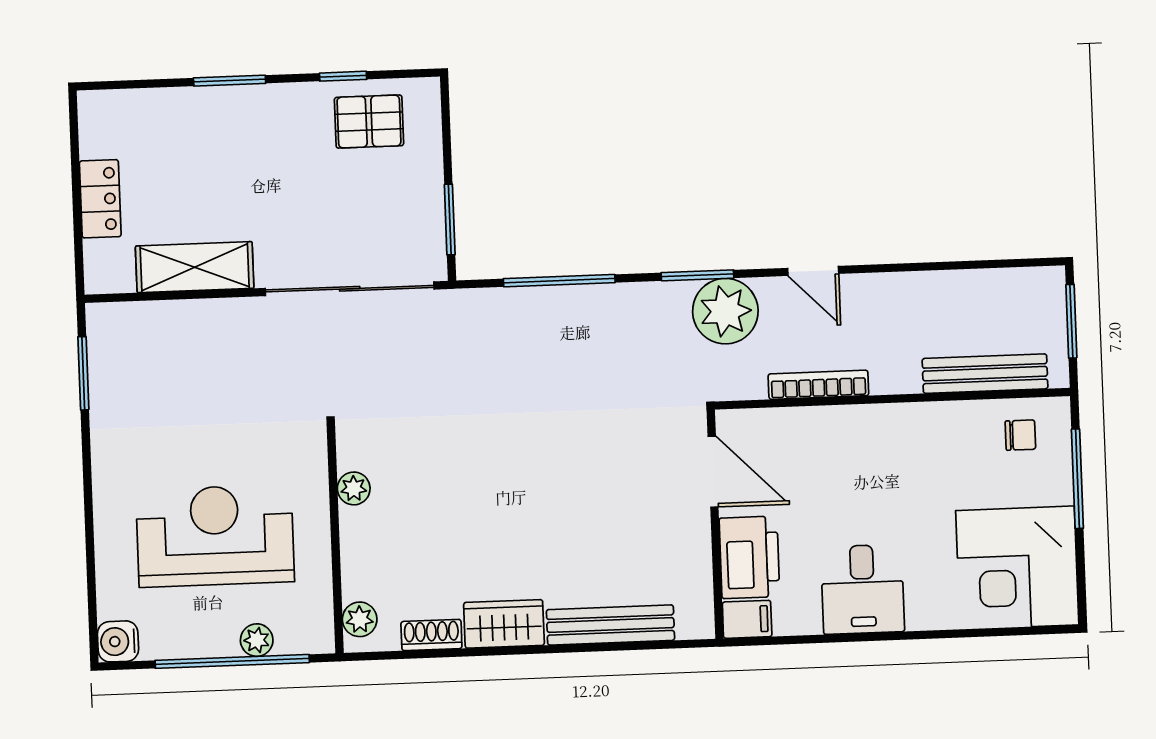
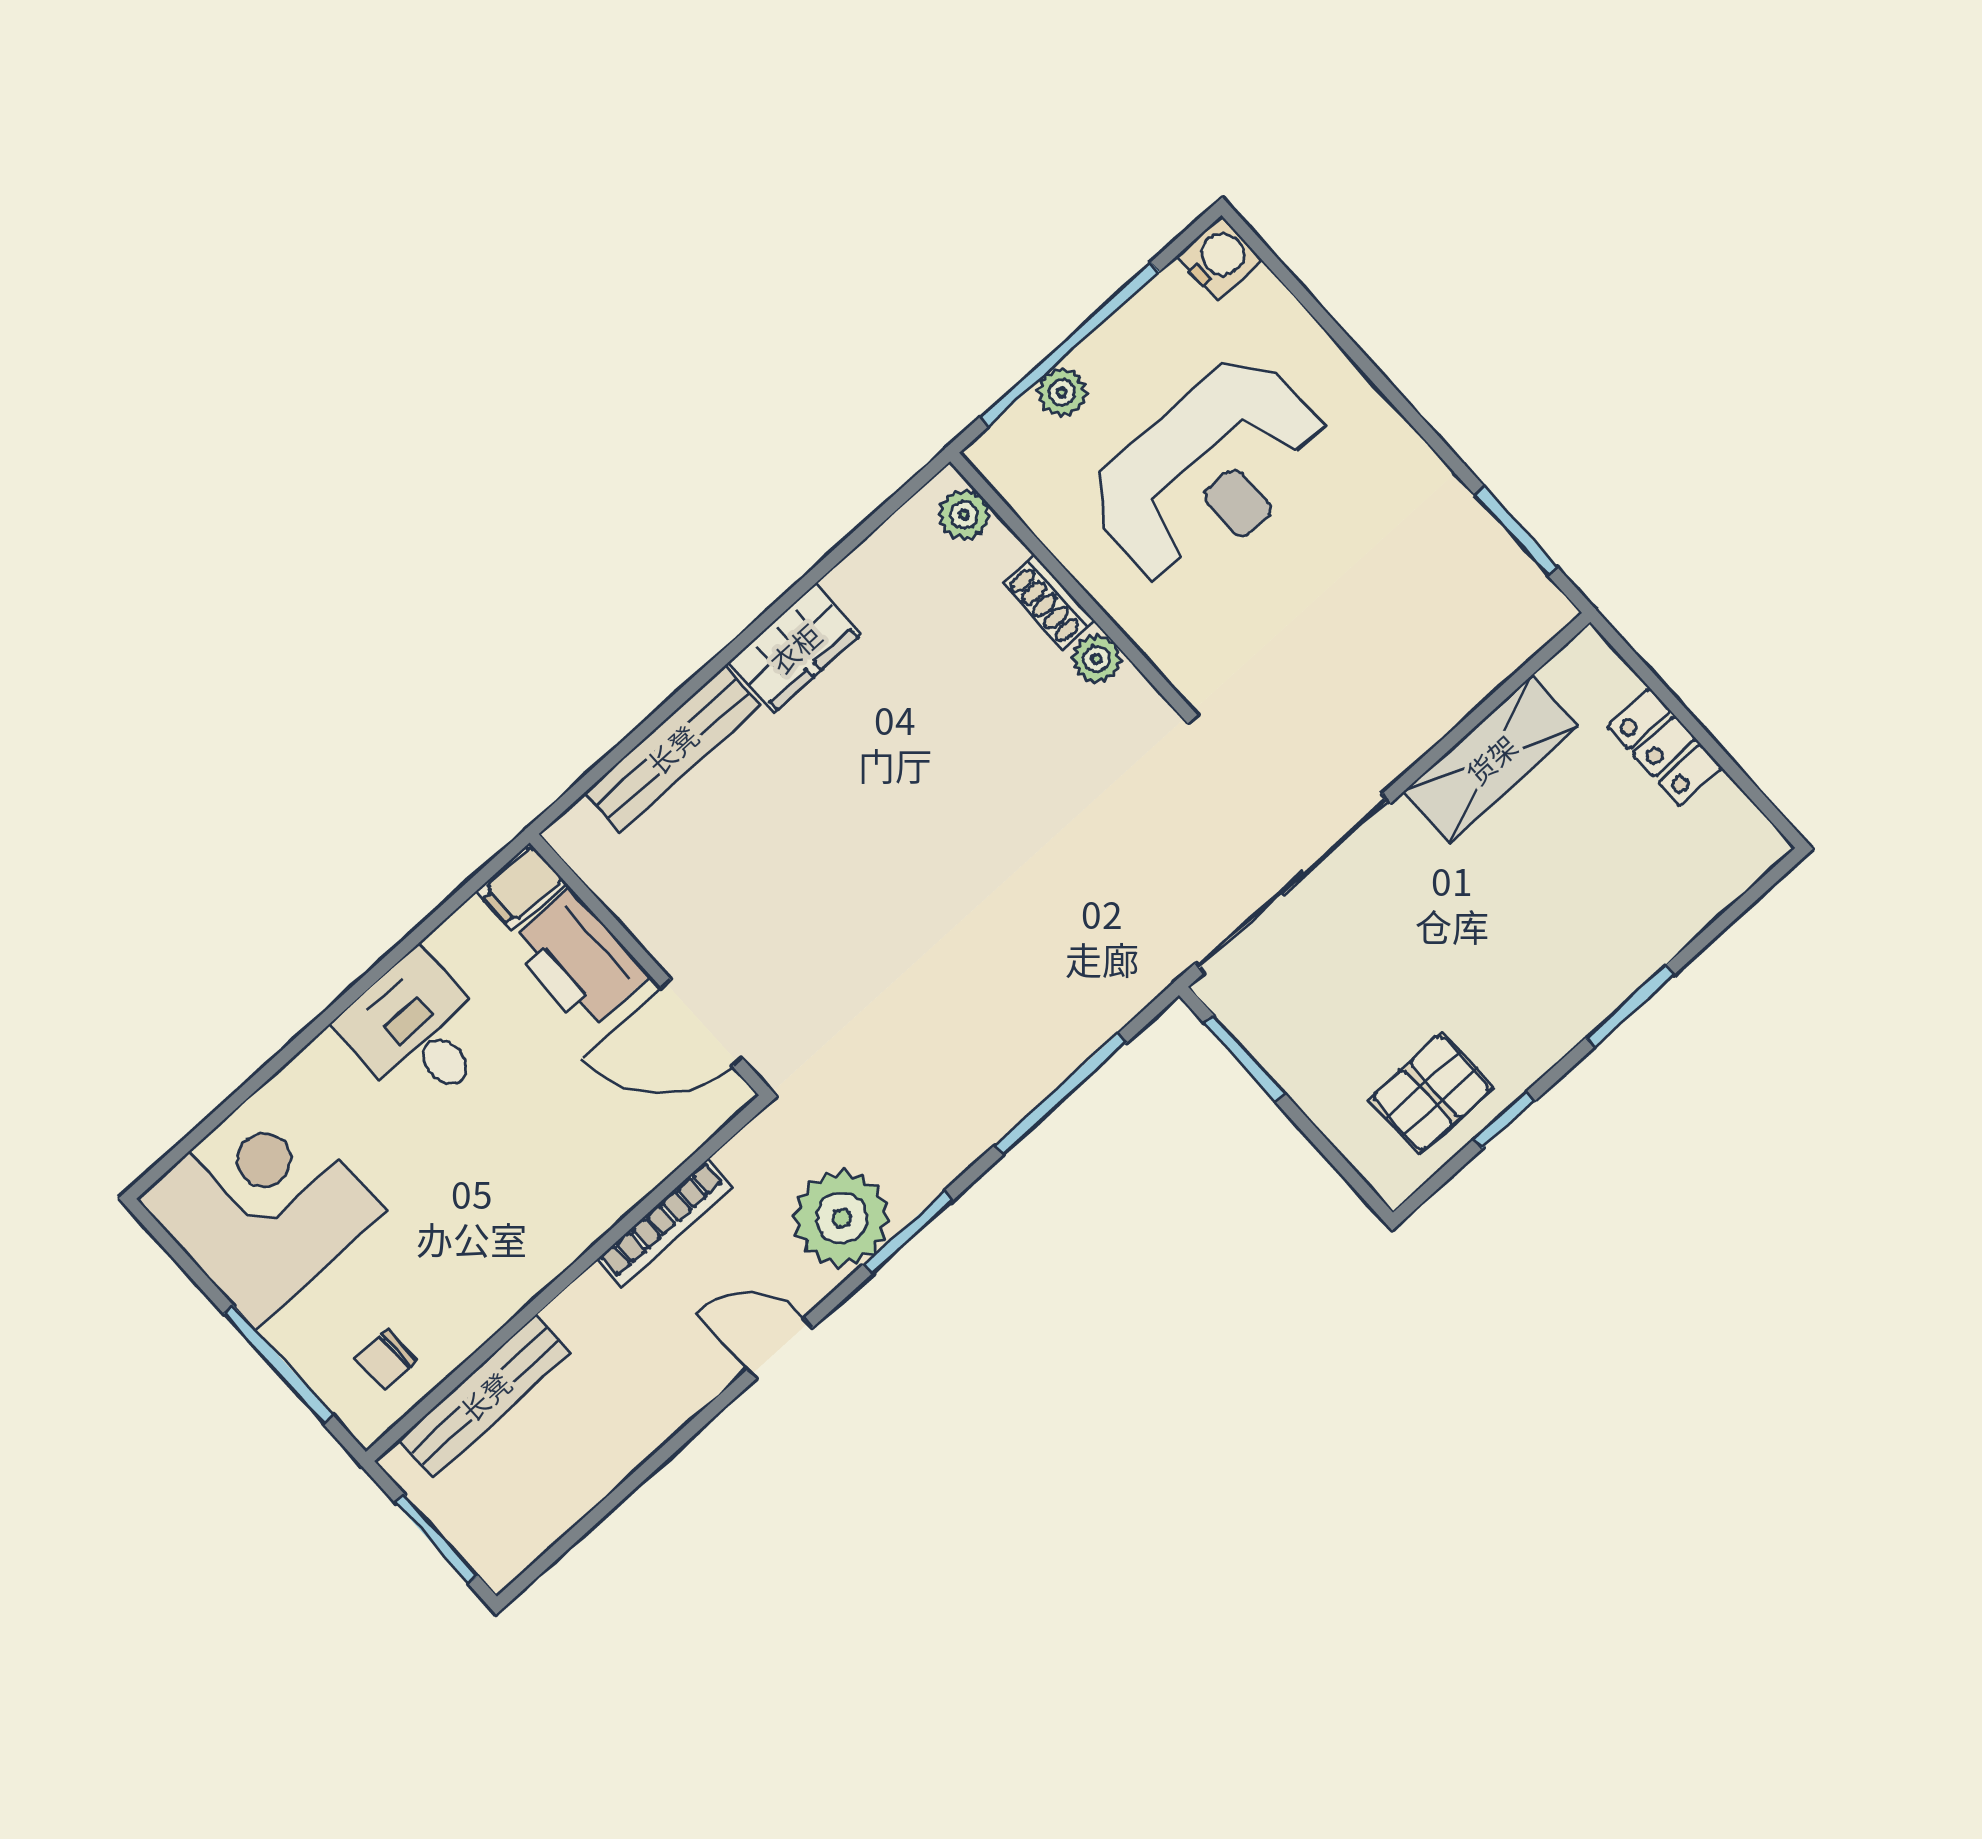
shoe rack: (431, 635) -> (1049, 602), moved, turned 90

